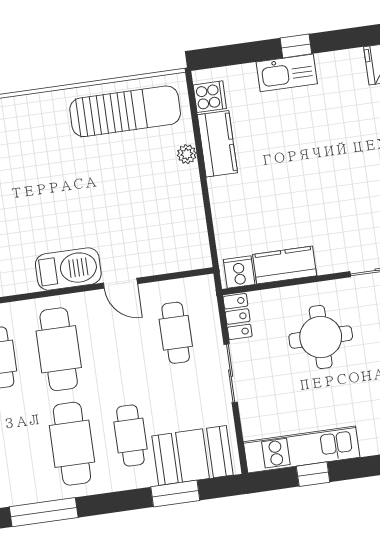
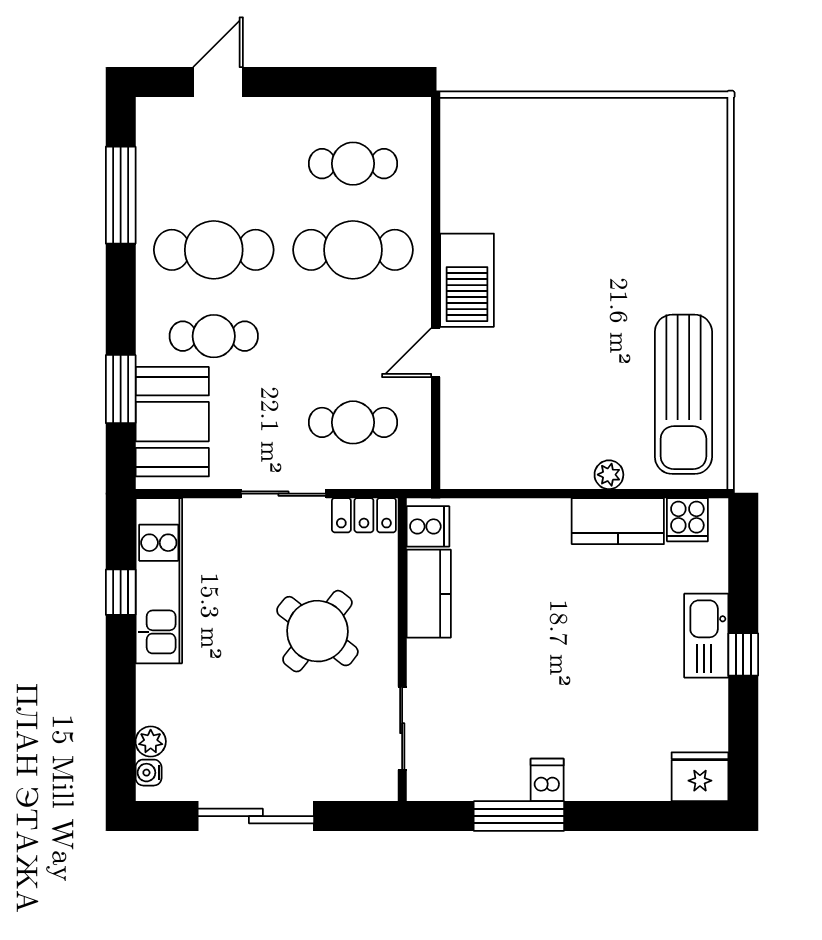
round table: (321, 337) -> (317, 631), turned 38

